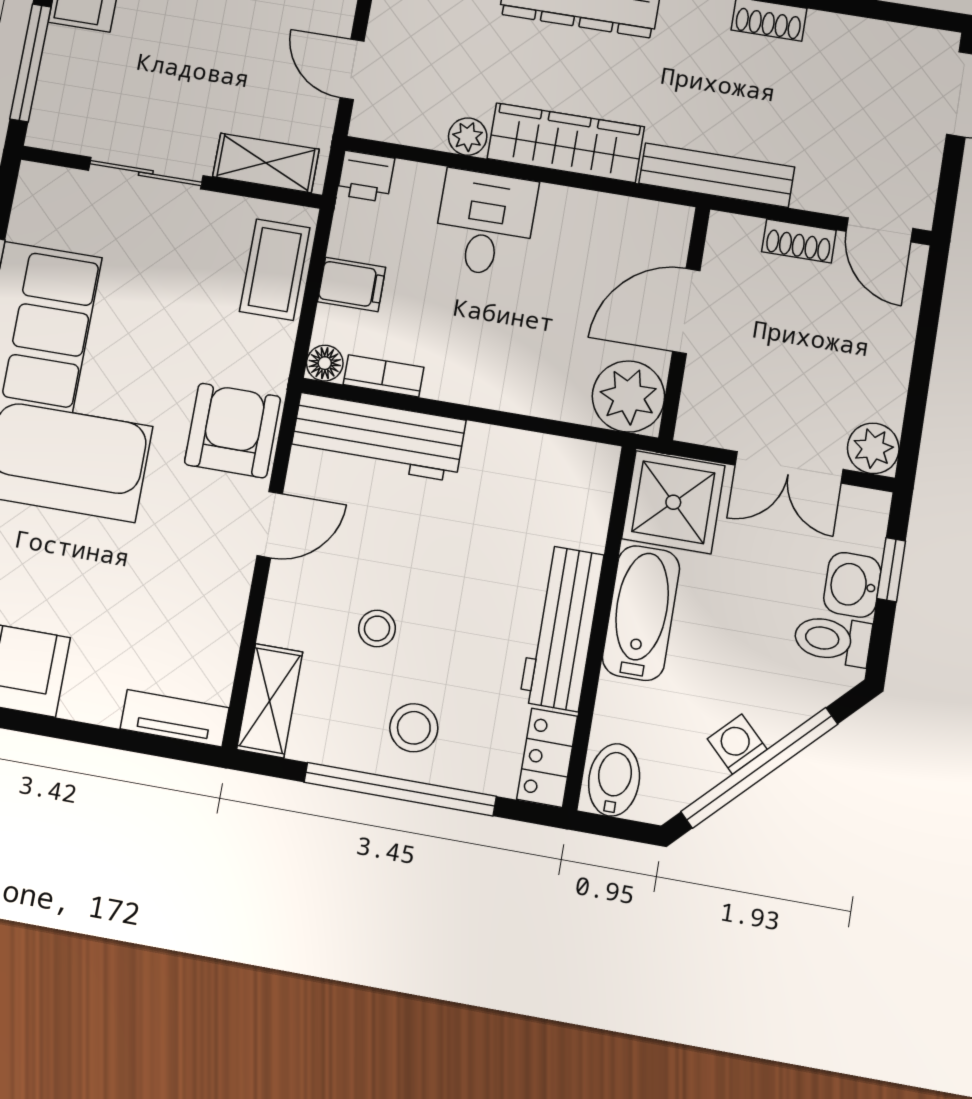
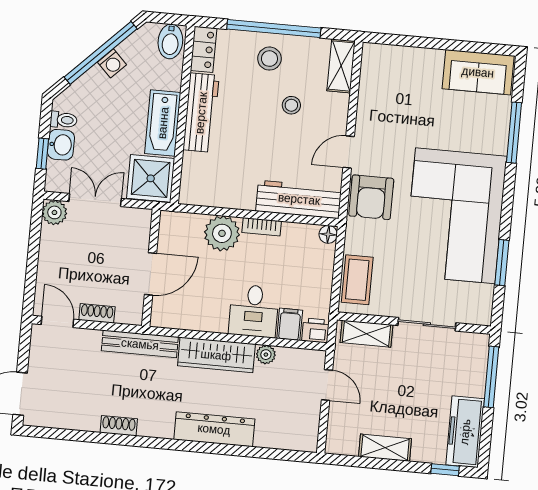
filing cabinet: (352, 285) -> (290, 324), moved, turned 90
bookcase: (383, 376) -> (262, 227), moved
plant: (628, 396) -> (222, 233), moved
toilet: (833, 640) -> (64, 120), width x0.73, depth x0.72
tv unit: (175, 718) -> (387, 54), removed

